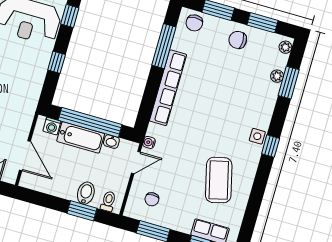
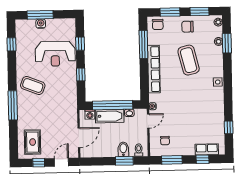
window: (271, 146) -> (229, 127), moved
door: (25, 156) -> (79, 138), hinge flipped
coffee table: (219, 180) -> (189, 60), moved

